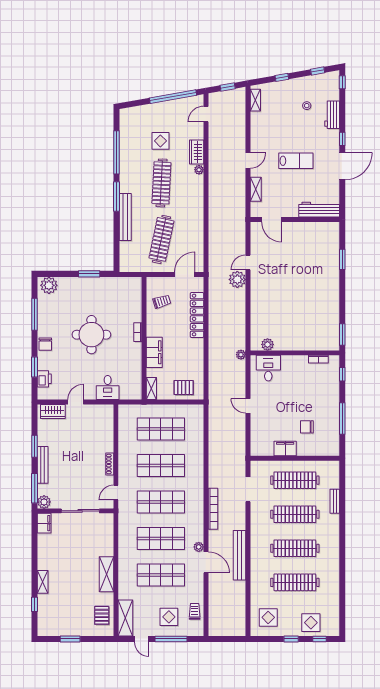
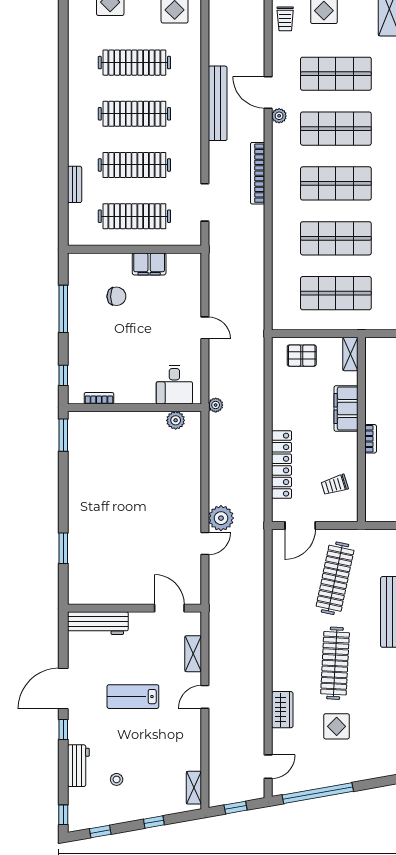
plant: (199, 170) -> (279, 683), removed

